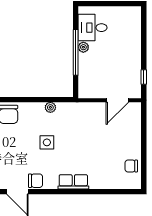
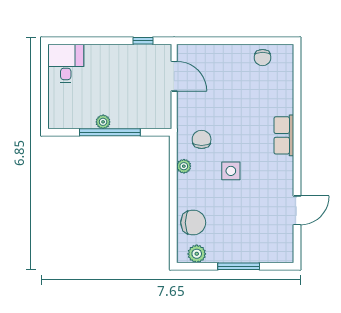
desk: (93, 28) -> (66, 64), moved, turned 180
chair: (36, 181) -> (202, 139), moved

